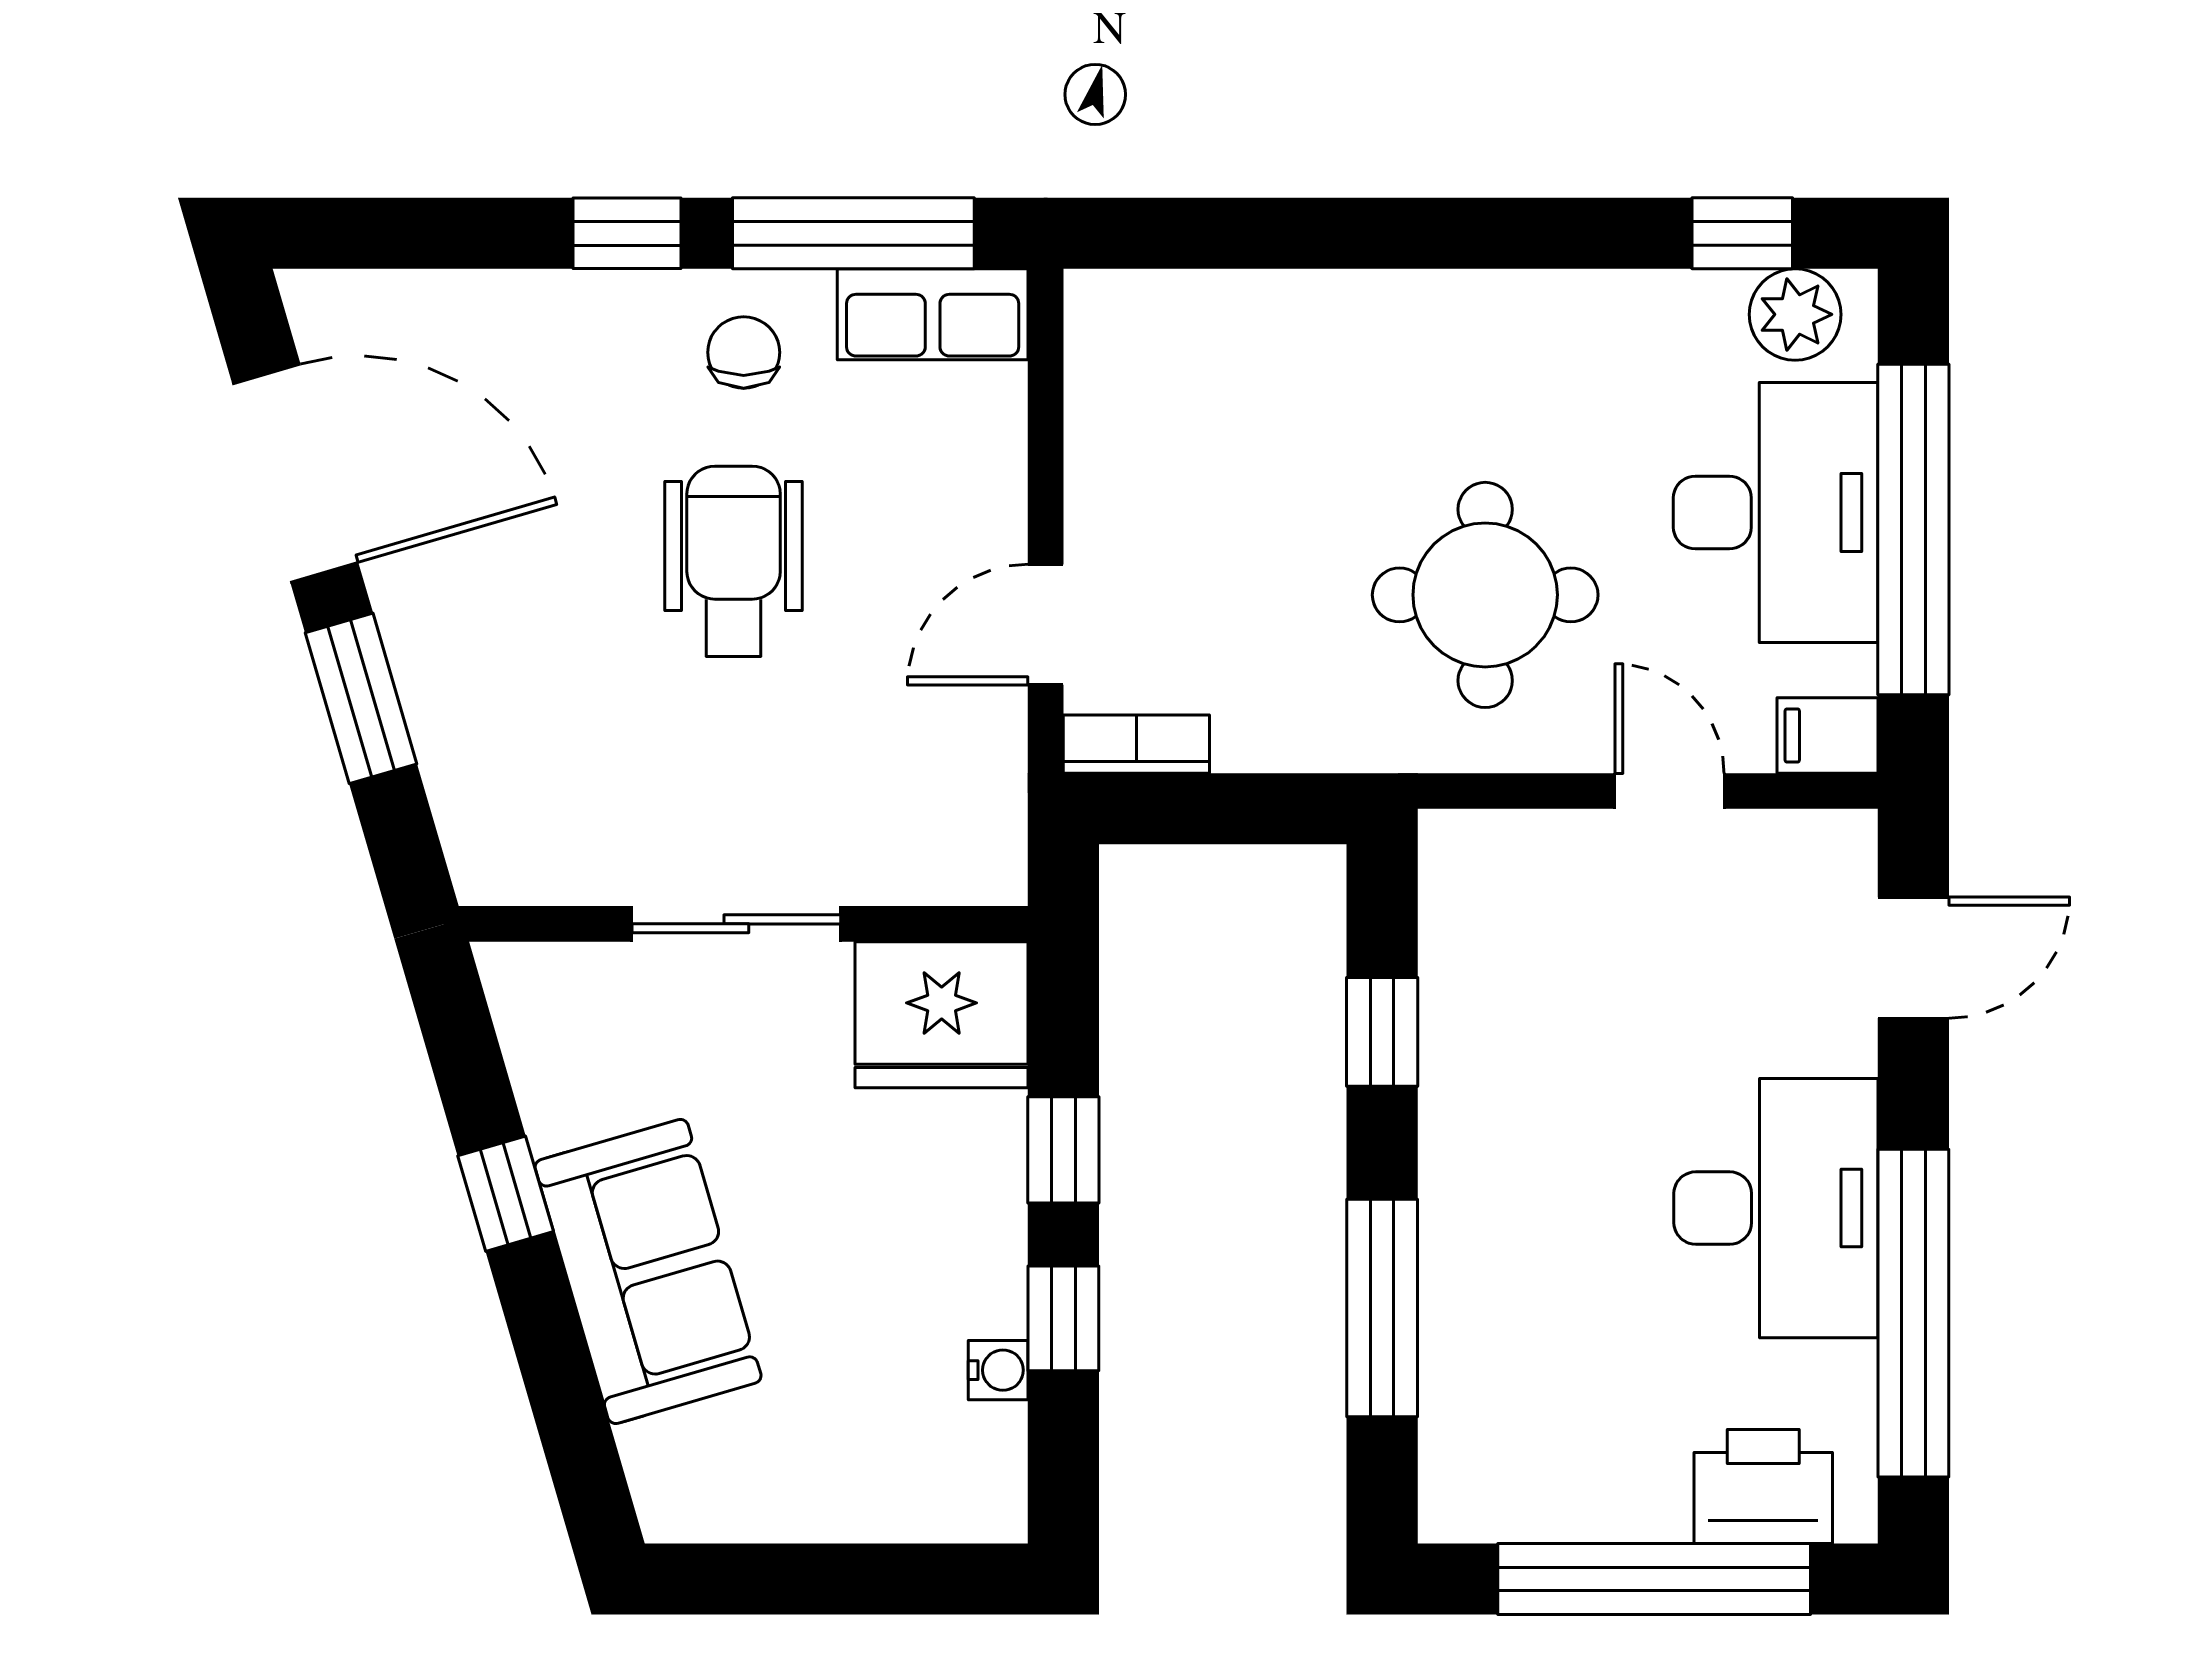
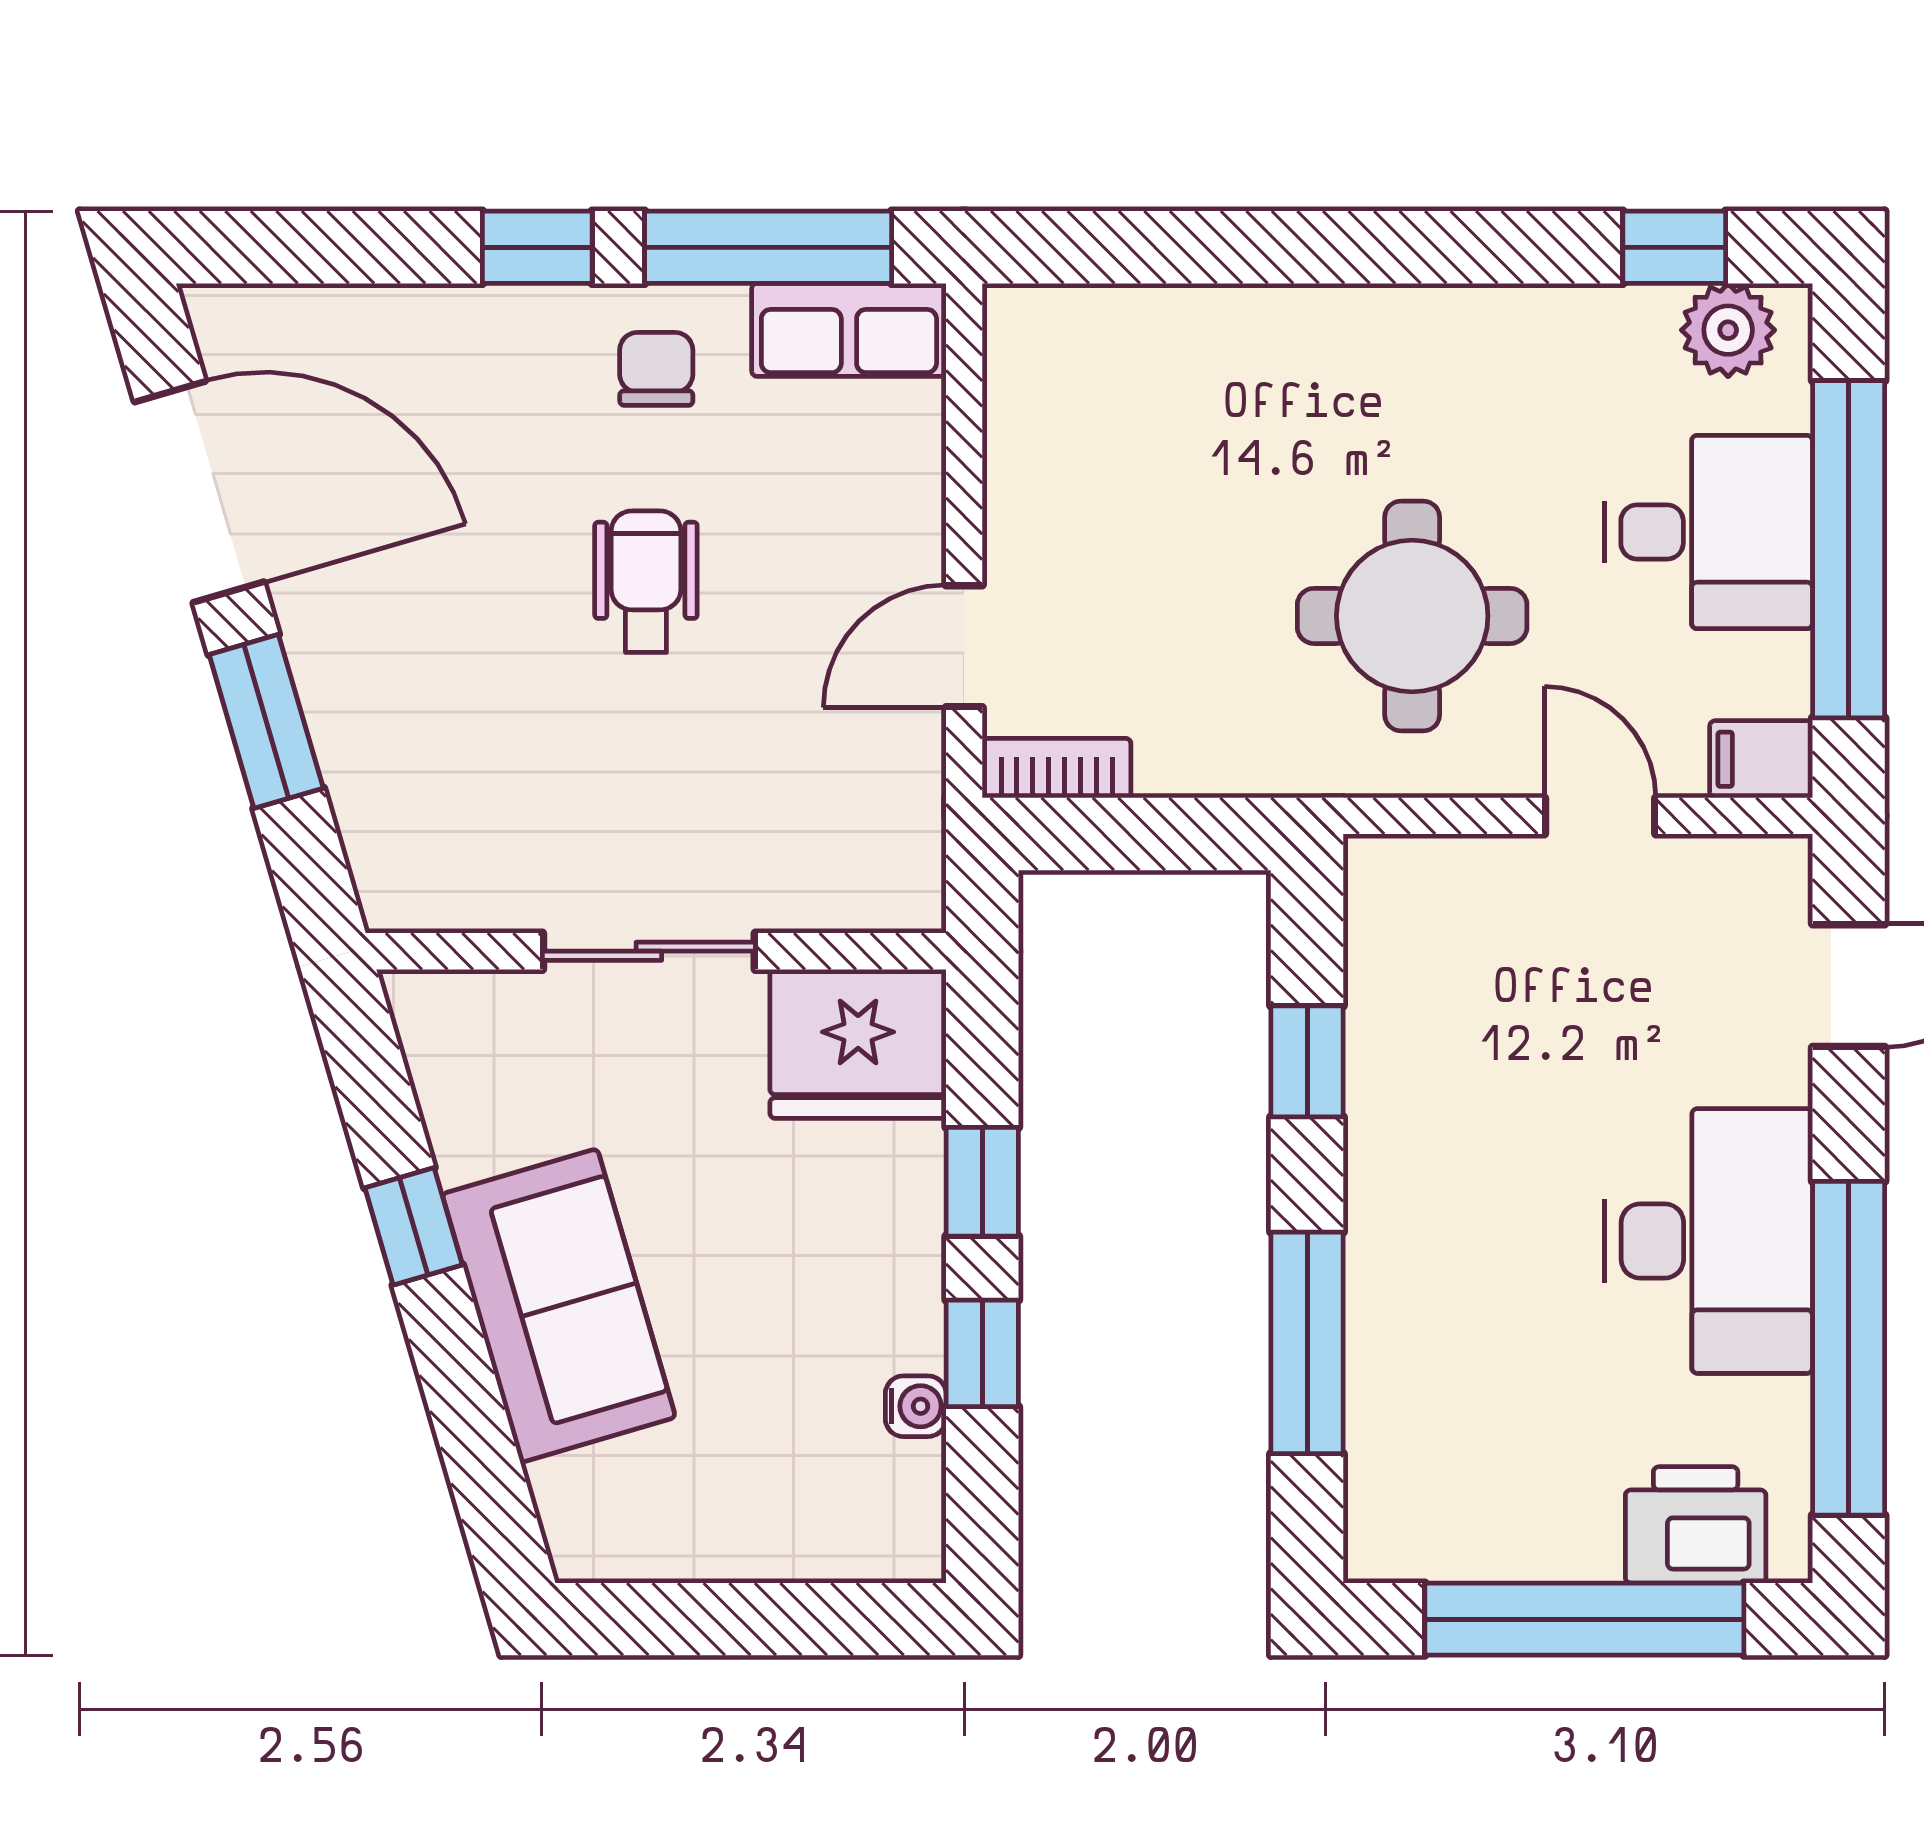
desk: (1776, 513) -> (1708, 532), width x0.73
wheelchair: (734, 561) -> (646, 582), width x0.73, depth x0.73

